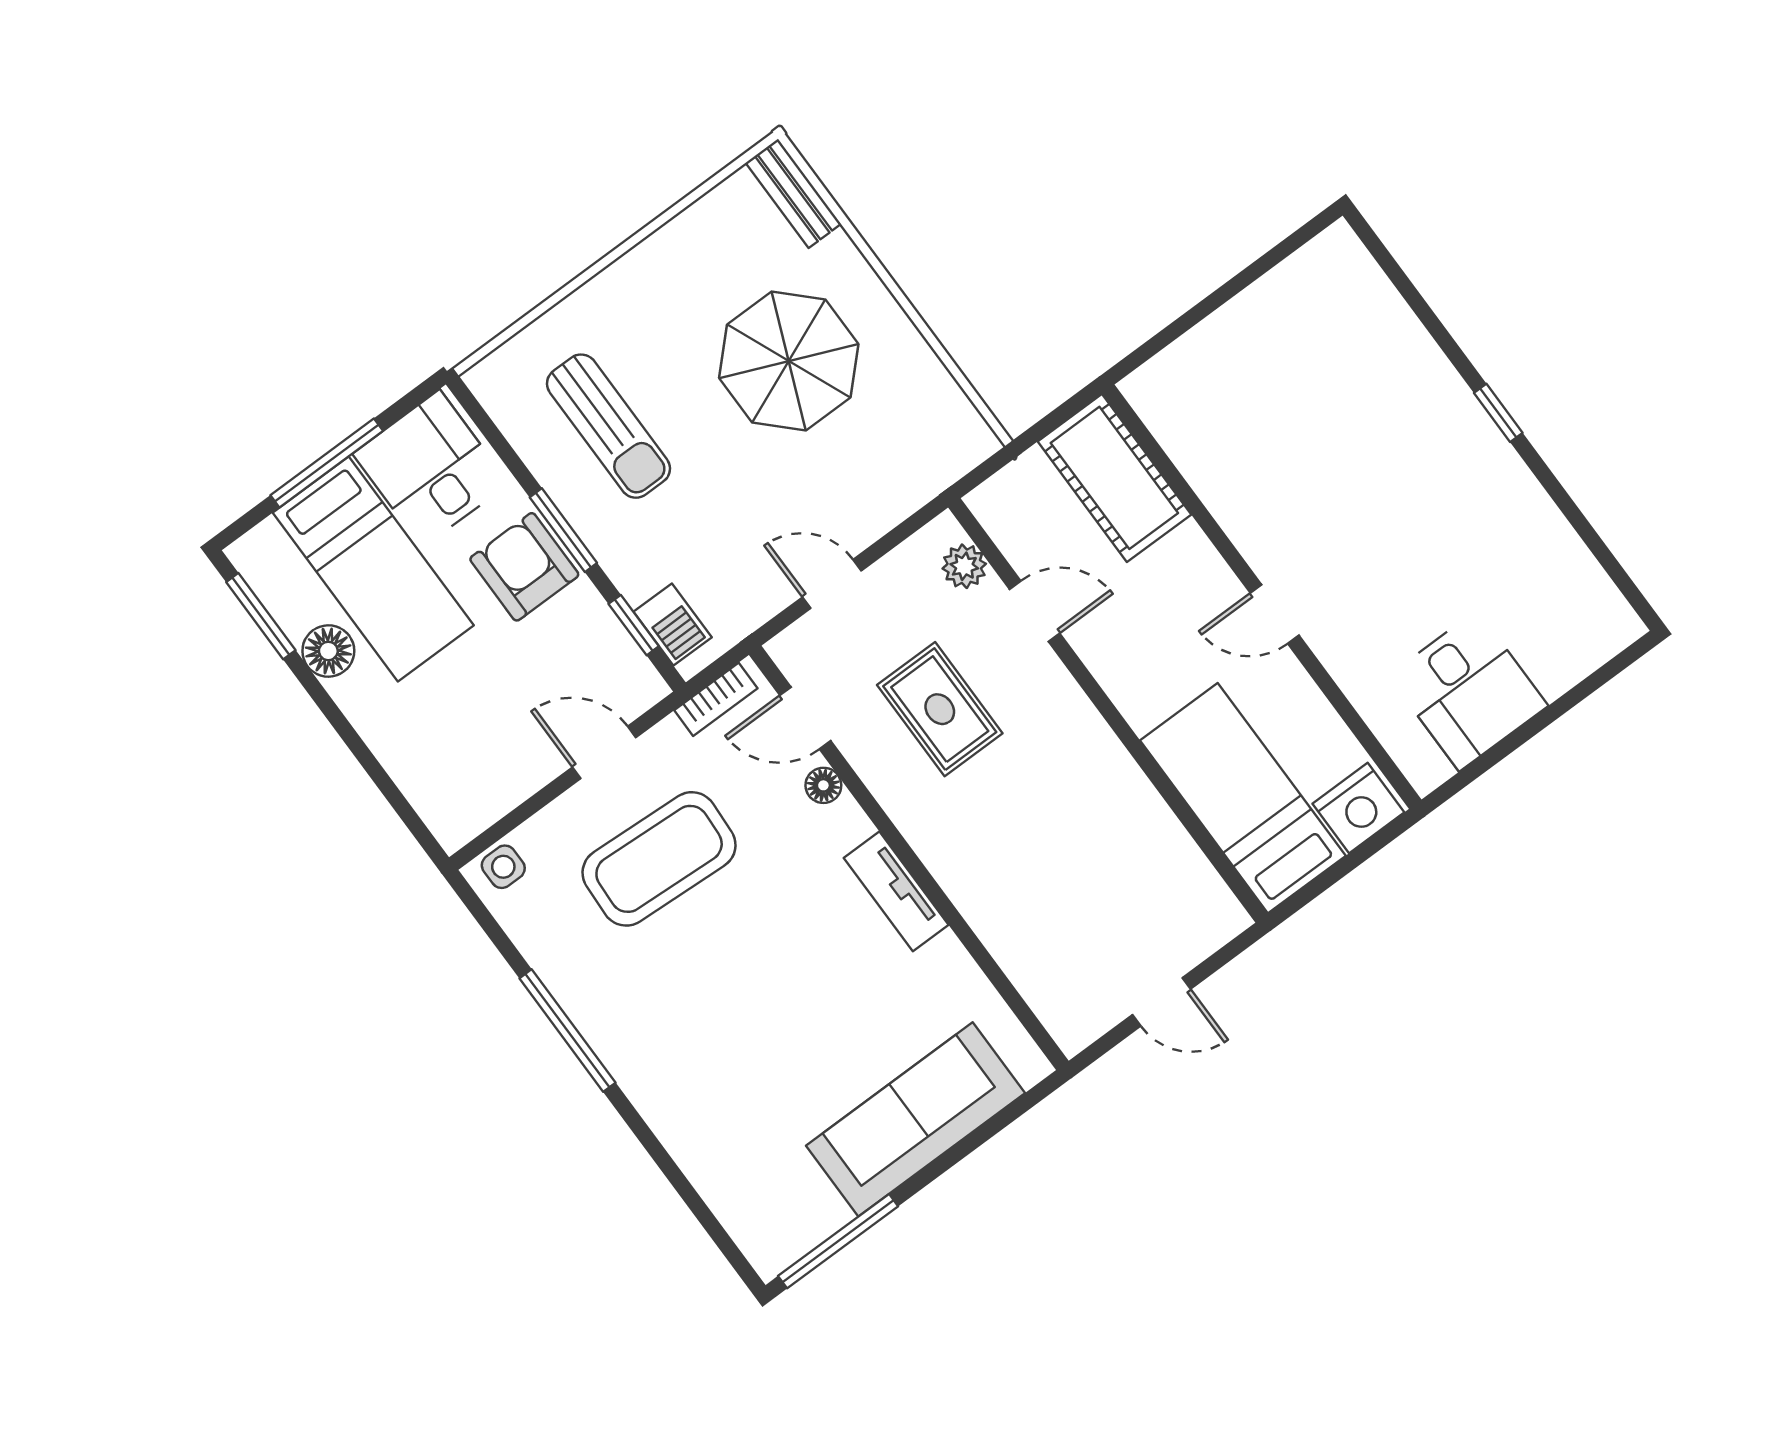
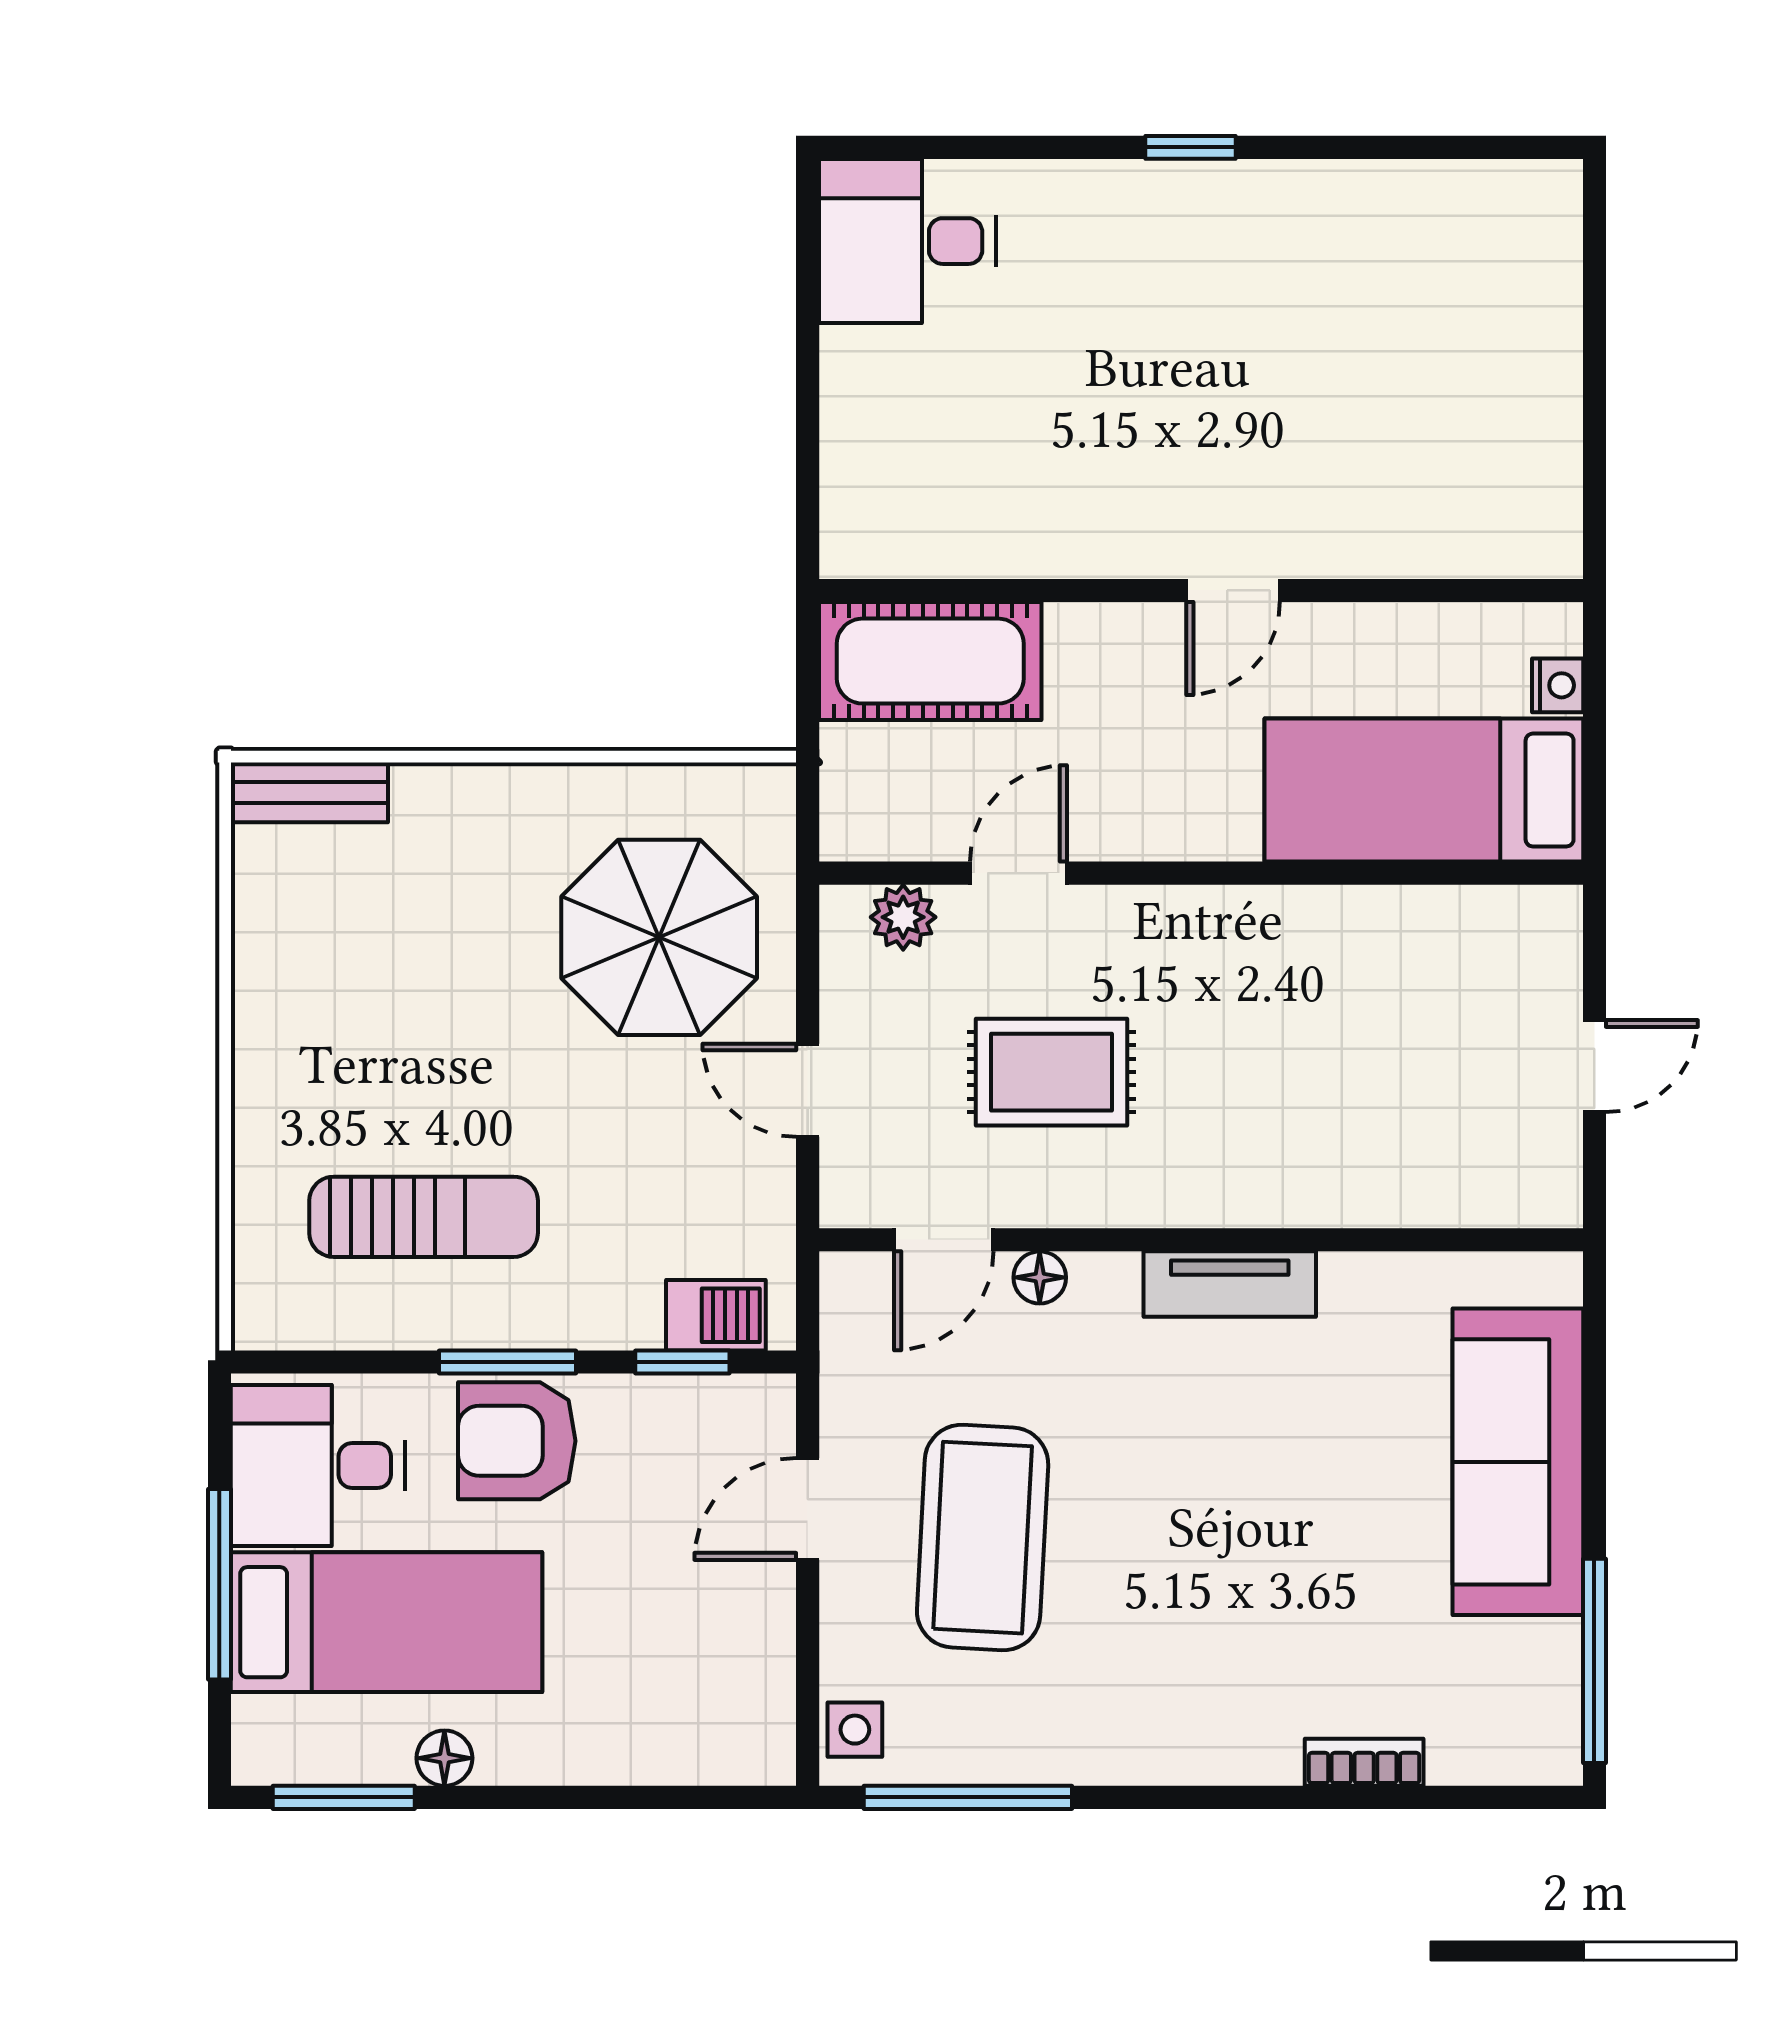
parasol: (789, 361) -> (659, 937), moved
door: (832, 584) -> (808, 1090), hinge flipped
floor lamp: (328, 651) -> (444, 1758), width x0.73, depth x0.73
desk: (1468, 691) -> (908, 241), moved, turned 180
bookcase: (716, 699) -> (1364, 1762), moved, turned -90
nightstand: (1358, 808) -> (1558, 685), width x0.53, depth x0.56
window: (567, 1031) -> (968, 1797), moved

